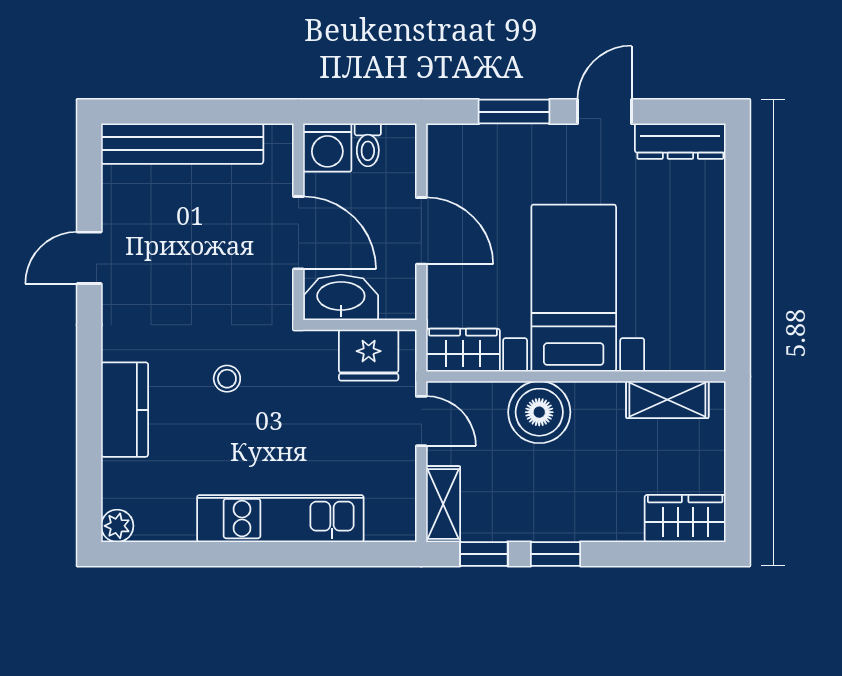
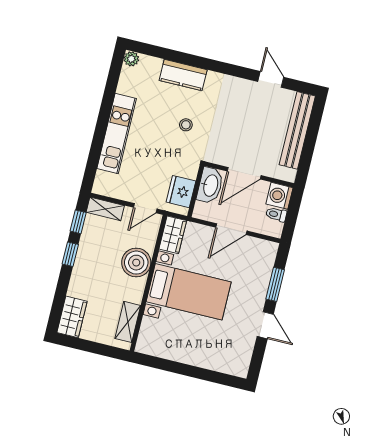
dresser: (680, 141) -> (243, 356), removed
door: (89, 258) -> (271, 79), moved

